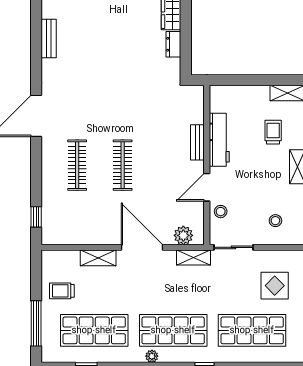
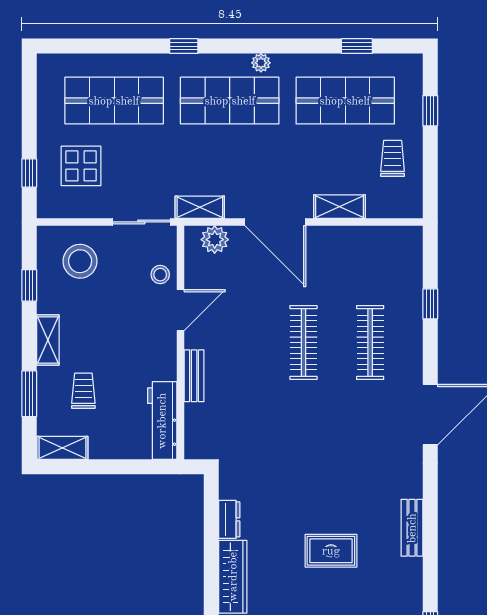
rug: (104, 23) -> (331, 551), added
trolley: (273, 132) -> (83, 391), turned 180
workbench: (219, 140) -> (162, 421), moved
window: (36, 217) -> (430, 304), moved
stool: (275, 221) -> (80, 261), width x1.89, depth x1.89
trolley: (62, 291) -> (393, 158), turned -90
window: (36, 323) -> (430, 111), width x0.46

